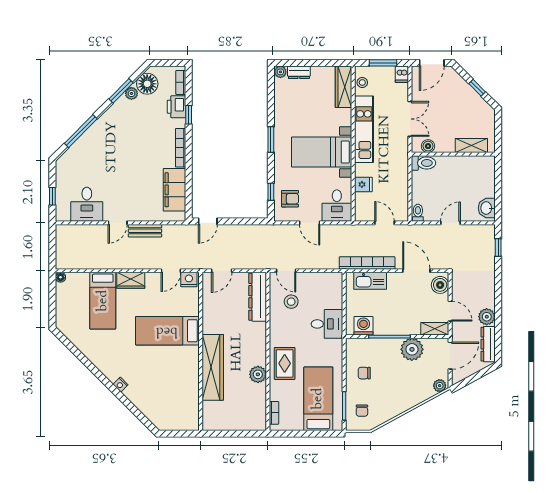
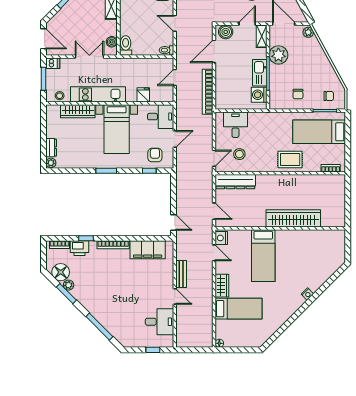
wardrobe: (343, 87) -> (78, 111), moved
kitchen sink: (370, 281) -> (260, 73), moved, turned 180
desk: (327, 324) -> (235, 125), moved
plant: (258, 374) -> (299, 181), removed

